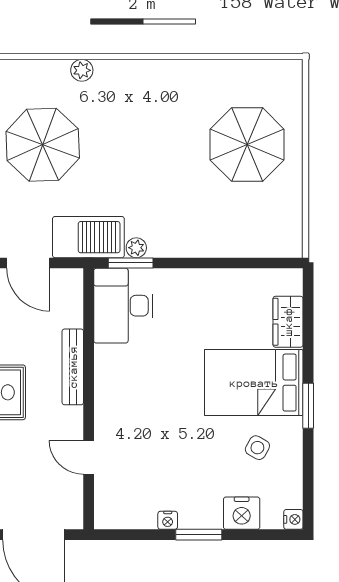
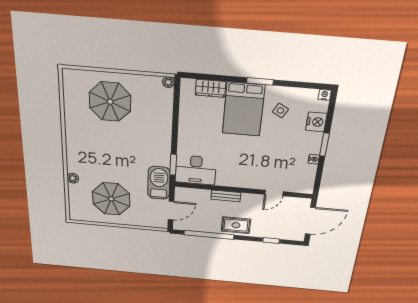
plant: (136, 248) -> (168, 82), moved
bench: (73, 367) -> (226, 196), width x0.73

